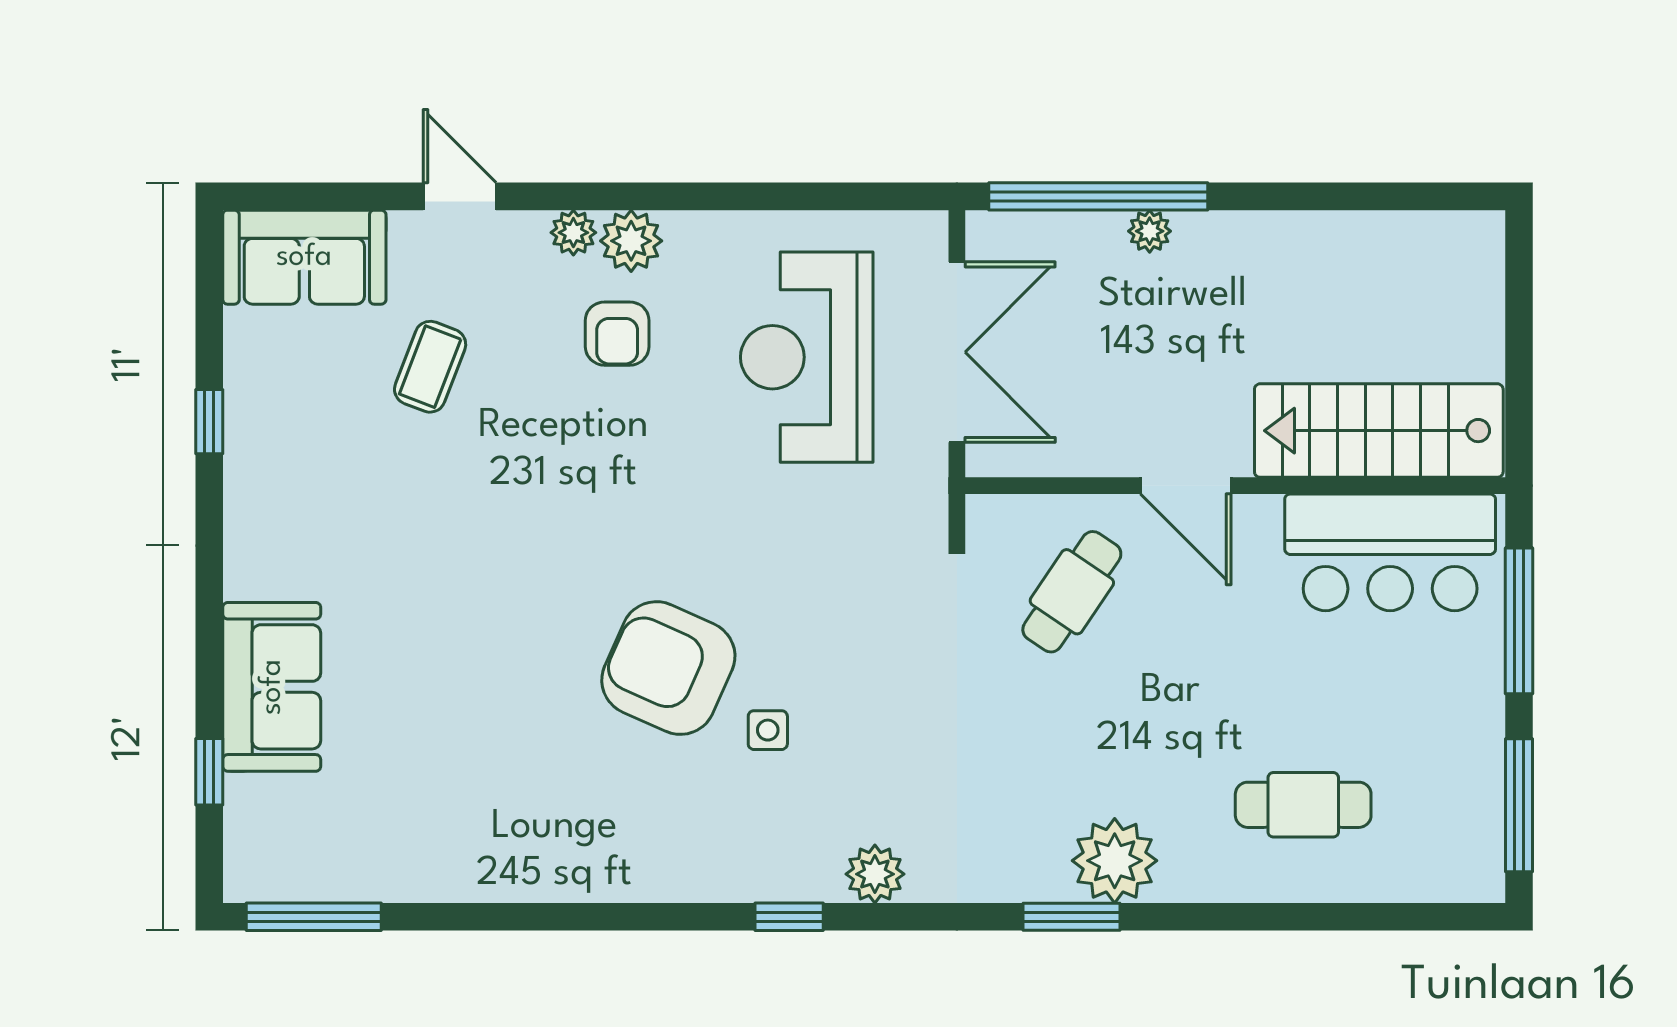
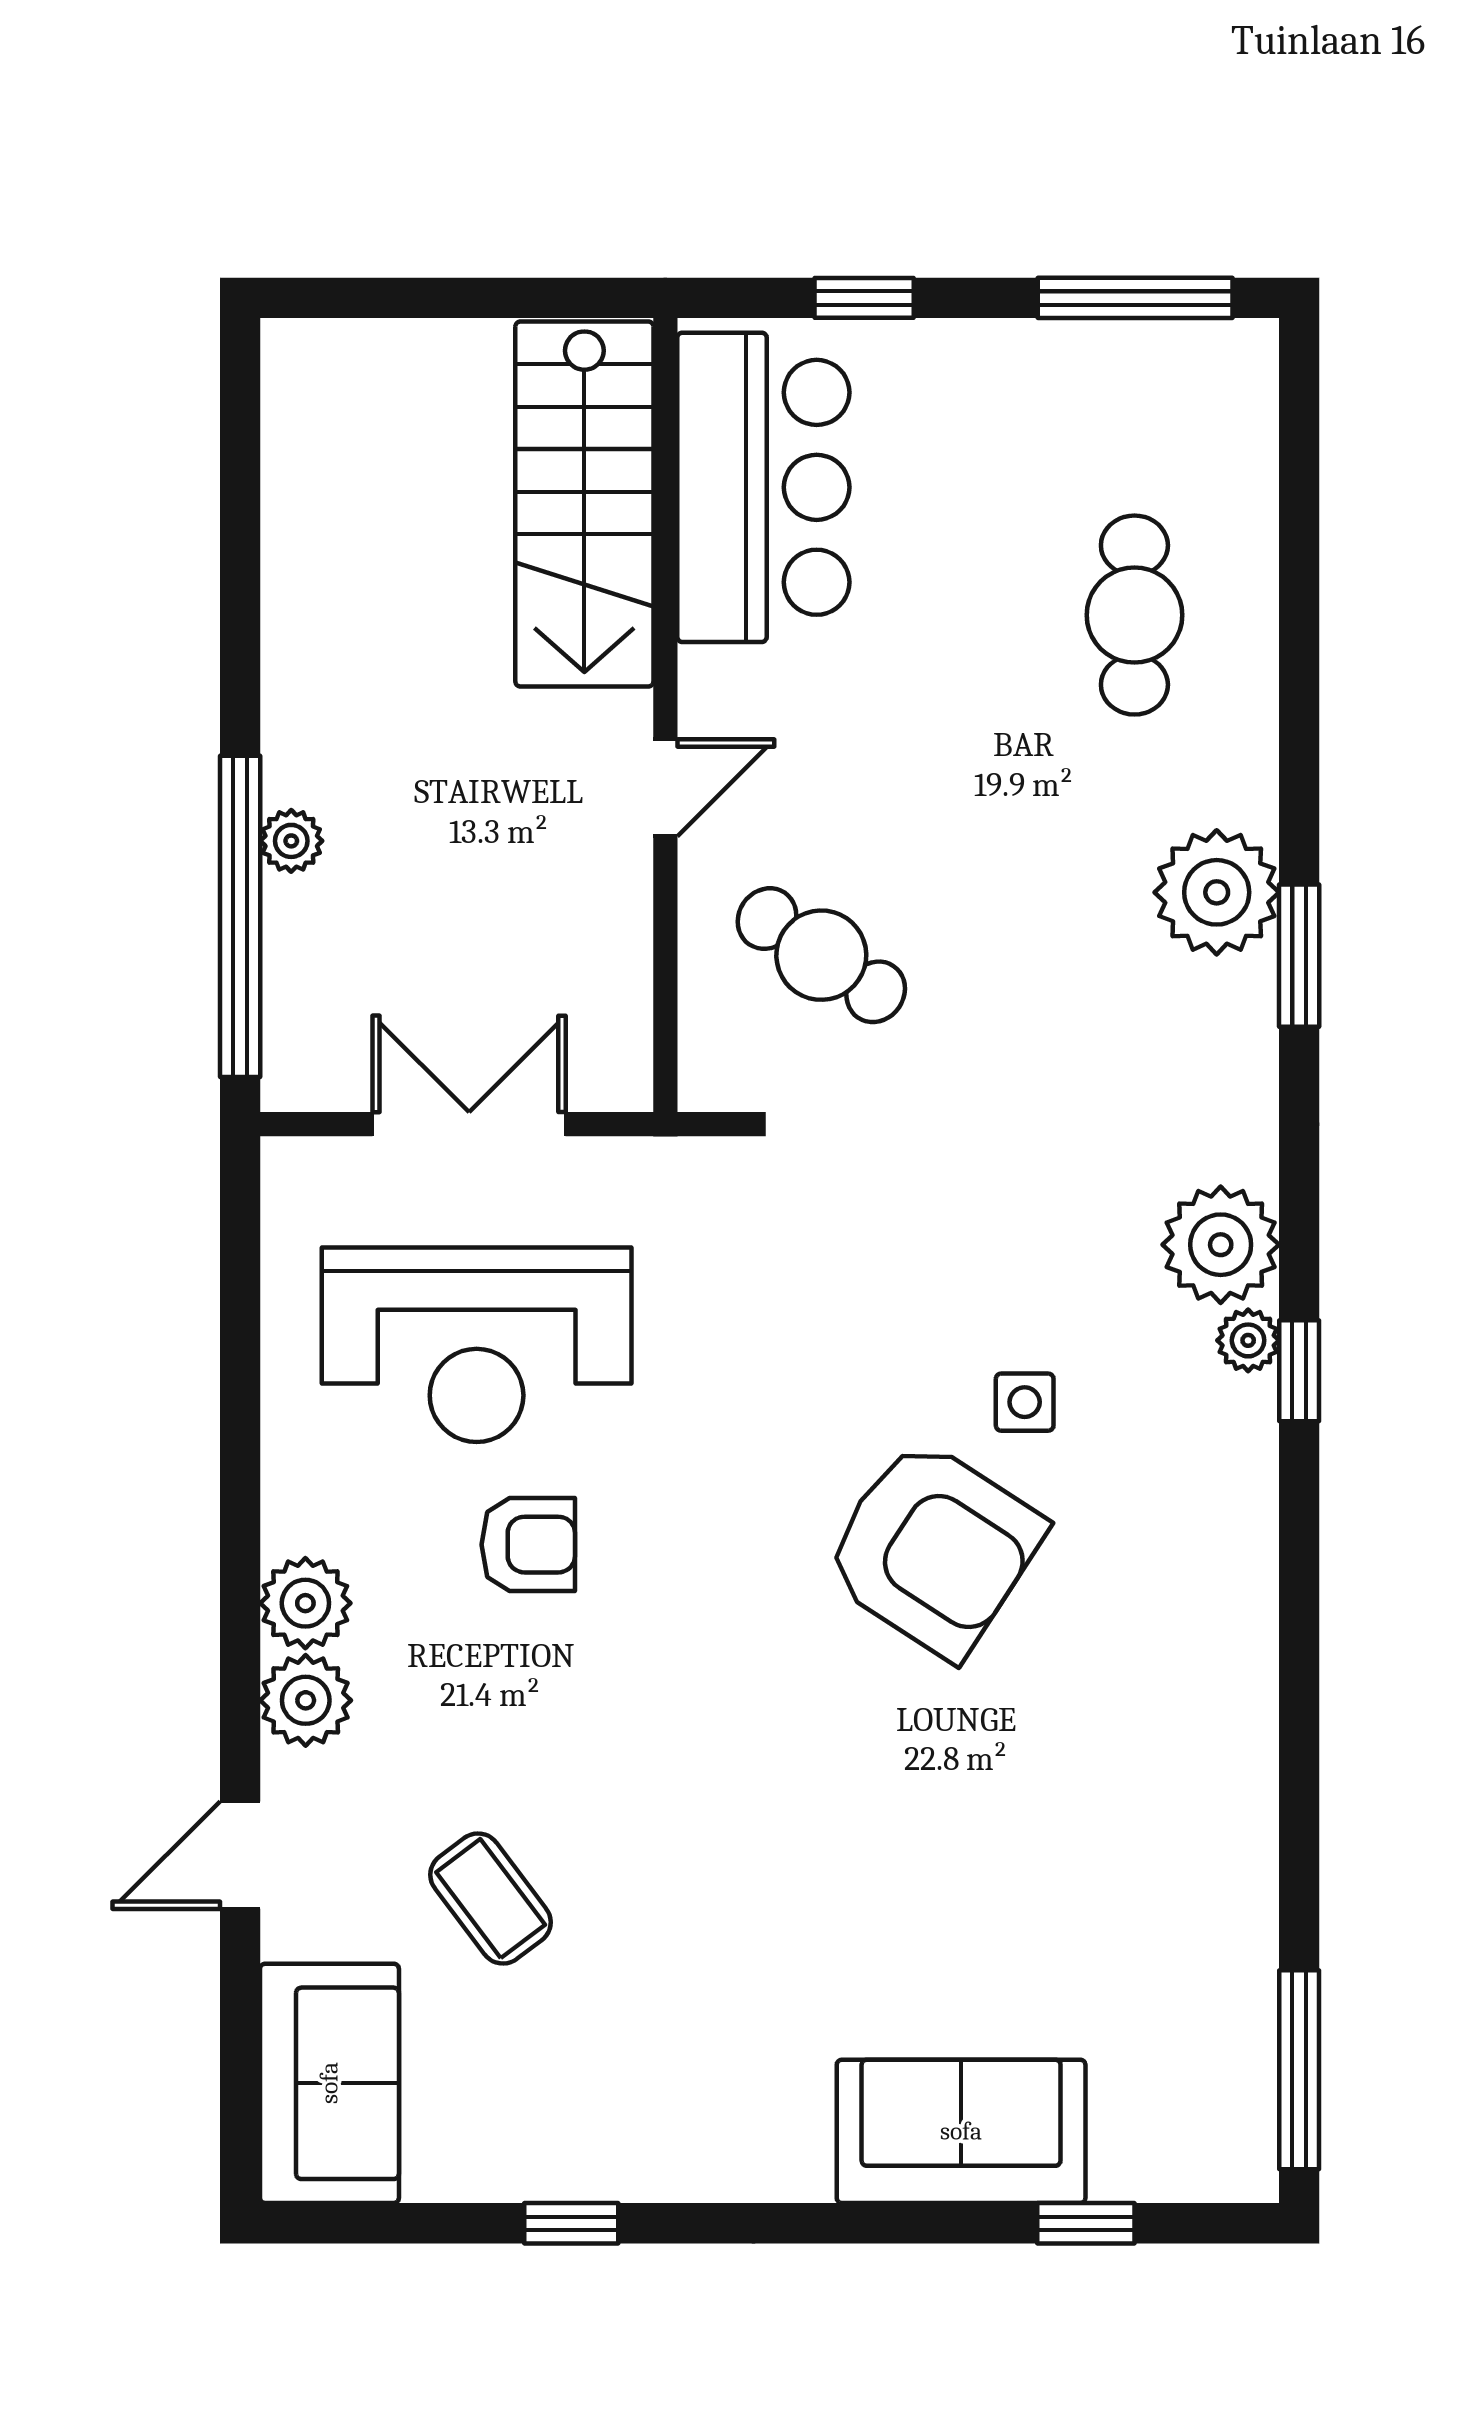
plant: (573, 233) -> (306, 1700), width x1.38, depth x1.38
armchair: (617, 334) -> (528, 1545), moved
double door: (957, 352) -> (469, 1124), width x0.73
coffee table: (430, 367) -> (491, 1898), turned 32
door: (1186, 486) -> (665, 788), width x0.73
window: (1519, 621) -> (864, 298), width x0.46
armchair: (668, 668) -> (933, 1548), turned -81
plant: (875, 874) -> (1221, 1245), width x1.36, depth x1.36
plant: (810, 882) -> (1248, 1340), added

